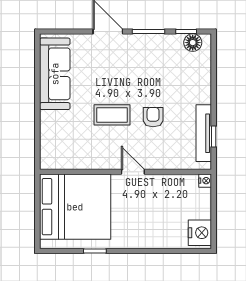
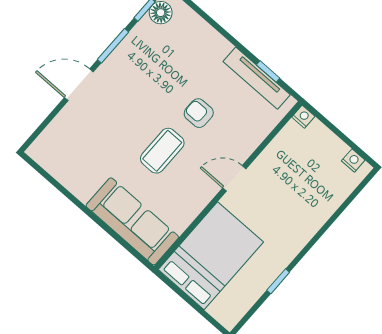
sofa: (55, 74) -> (132, 221), moved
bed: (75, 207) -> (211, 256), width x0.73
nightstand: (200, 233) -> (353, 160), width x0.53, depth x0.56

